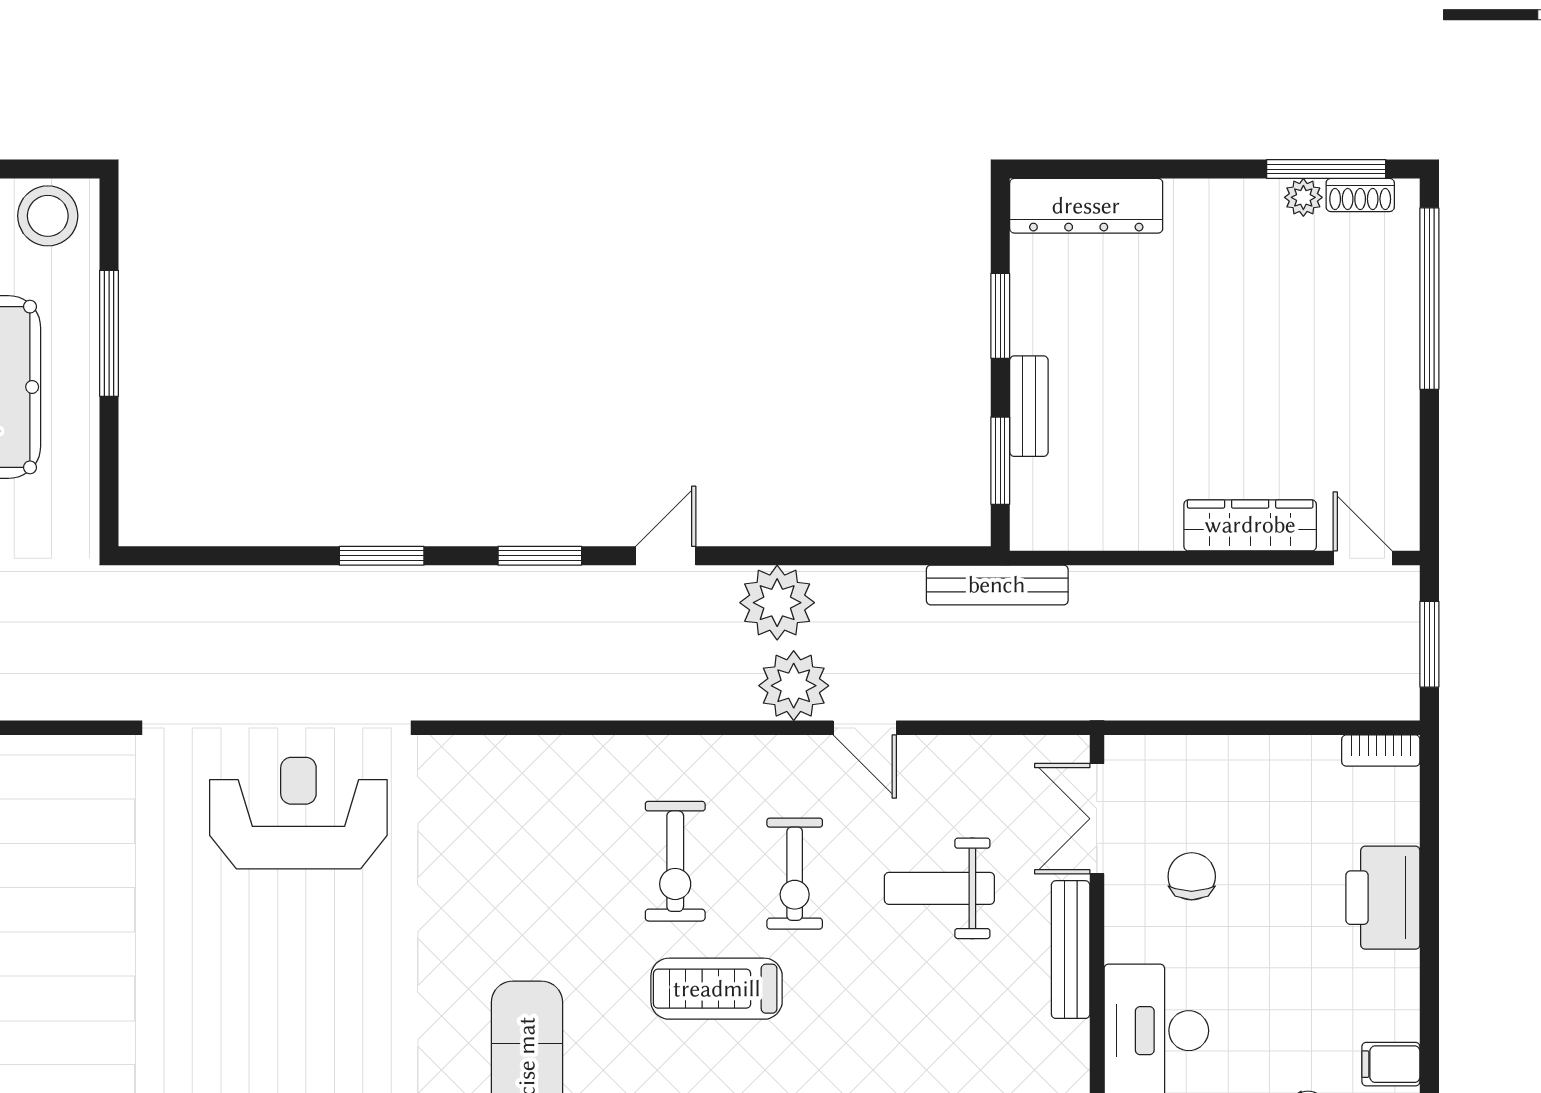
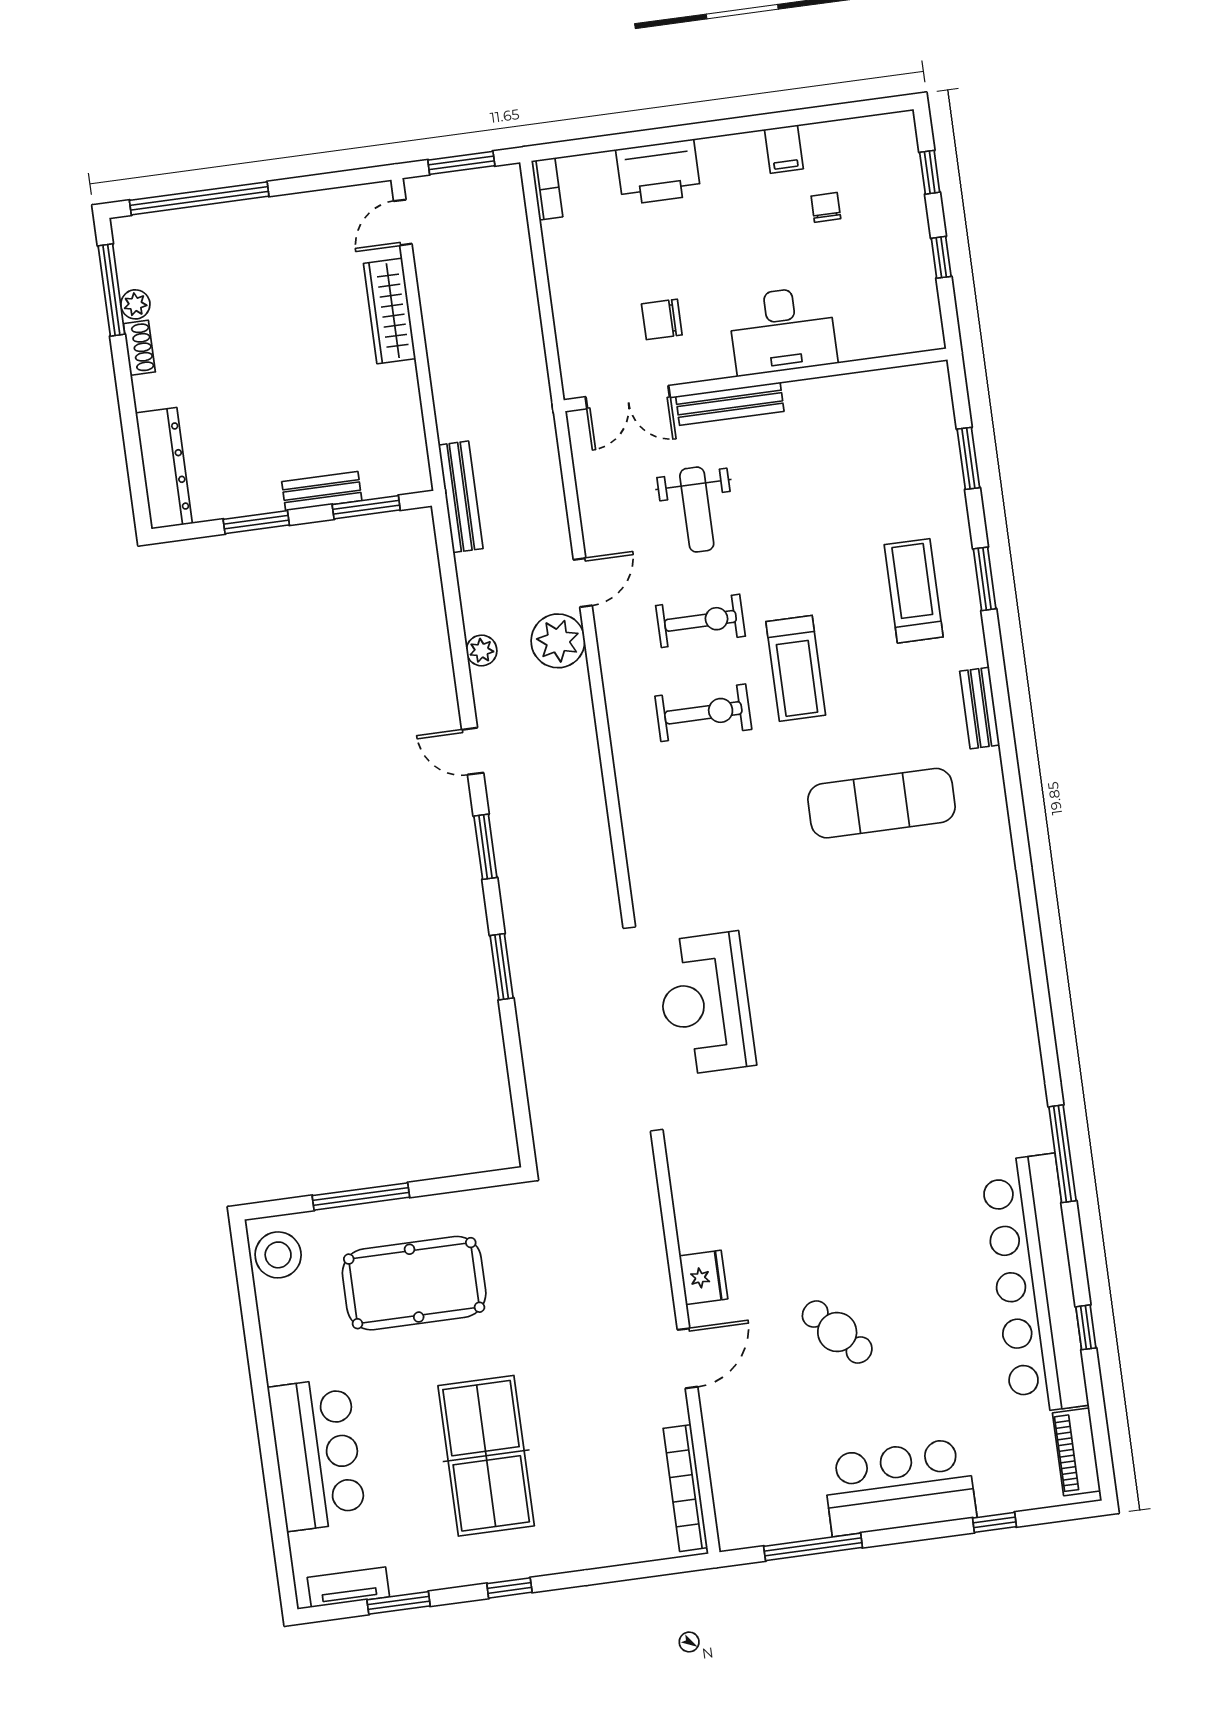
shoe rack: (1360, 195) -> (139, 348), moved
plant: (777, 603) -> (482, 650), width x0.53, depth x0.53

